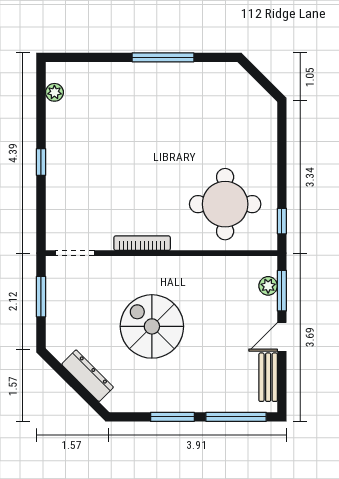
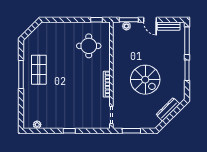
shop shelf: (174, 96) -> (39, 70), added
round table: (225, 204) -> (89, 46), width x0.73, depth x0.73
spiral stairs: (152, 326) -> (145, 80), turned -90

